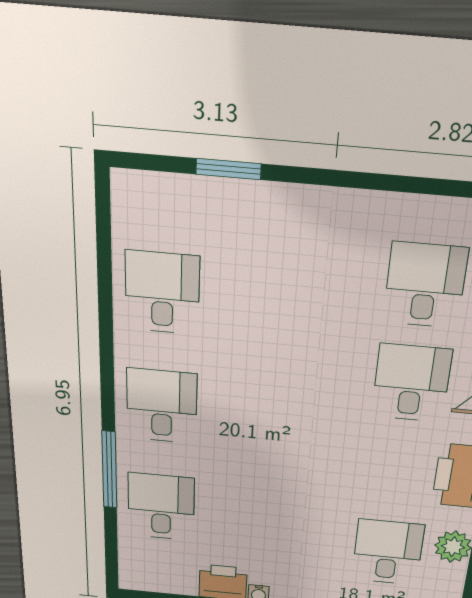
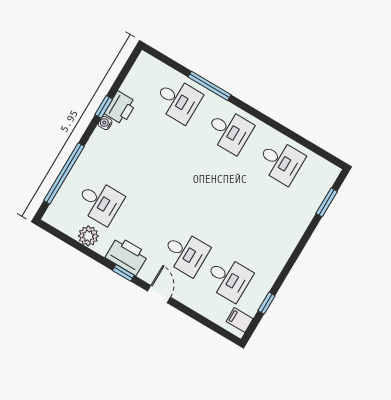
window: (228, 169) -> (327, 202), moved
window: (442, 187) -> (267, 303), added

